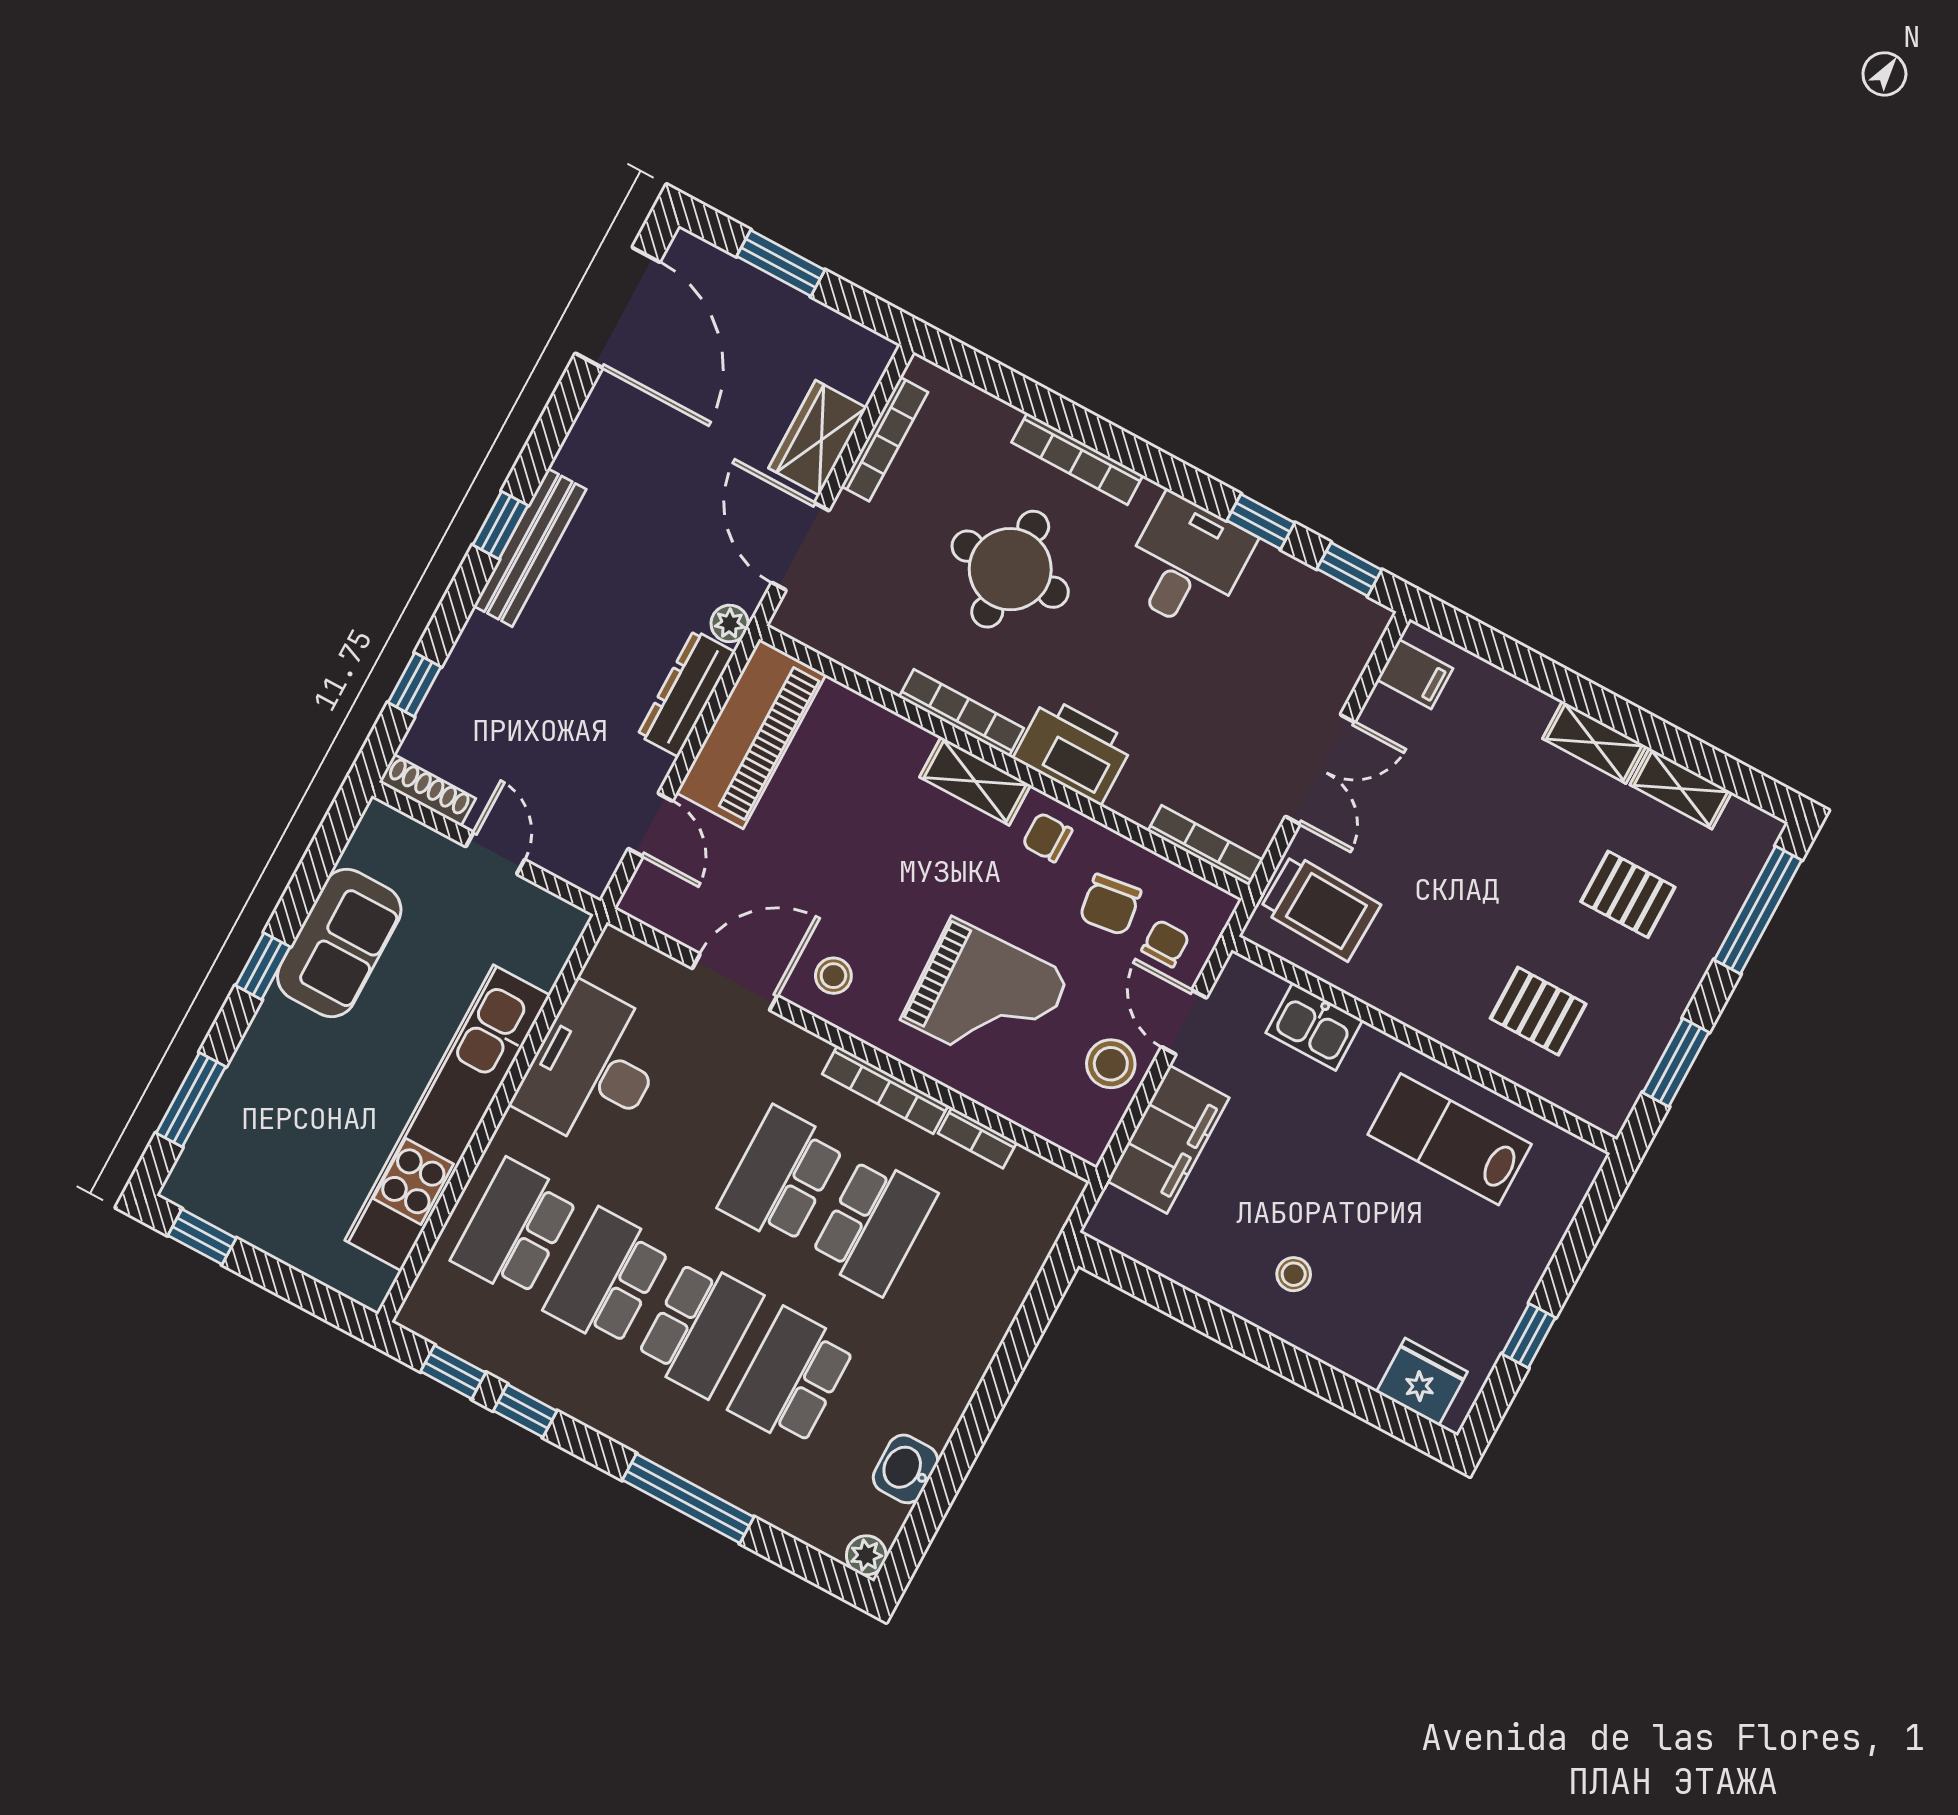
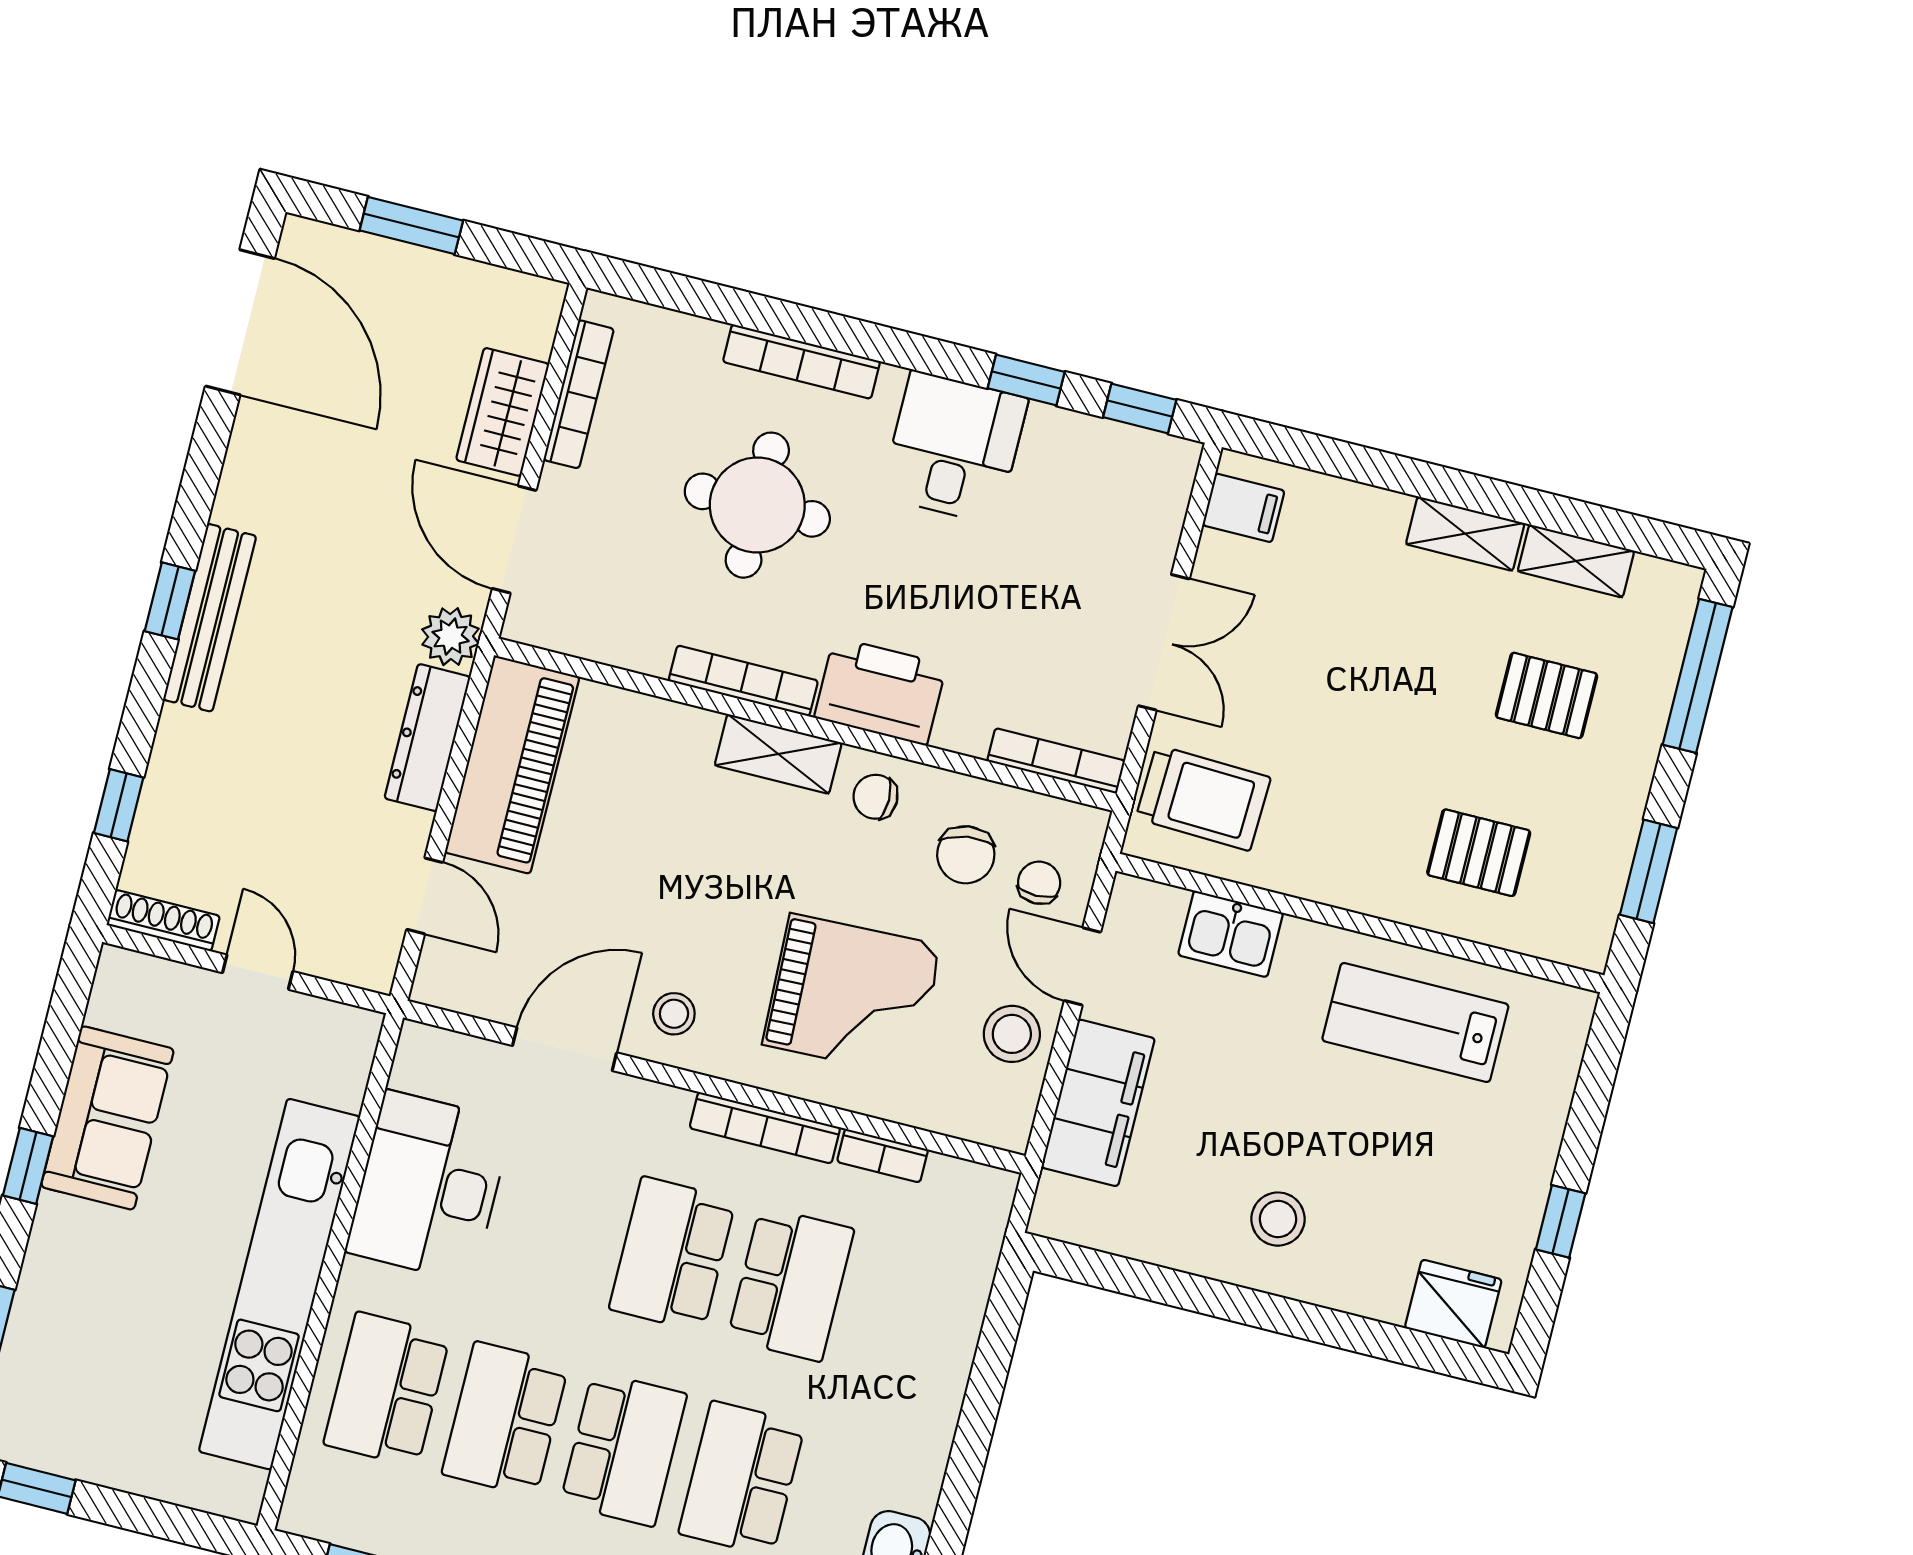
plant: (730, 623) -> (451, 637), width x1.38, depth x1.38
stool: (1294, 1274) -> (1278, 1219), width x1.37, depth x1.37

